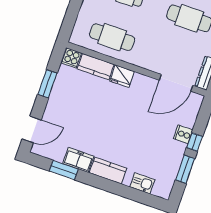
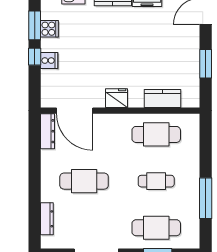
cooker: (72, 58) -> (49, 29), moved, turned 90
fridge: (122, 76) -> (116, 98), moved
door: (176, 83) -> (75, 111), swing flipped

